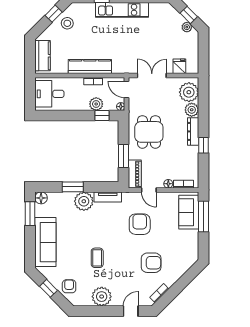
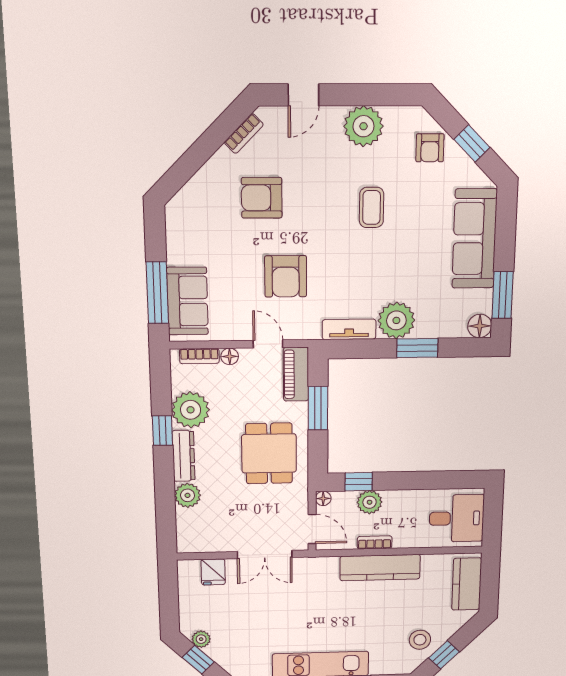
plant: (189, 92) -> (191, 410), moved

